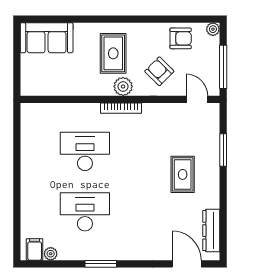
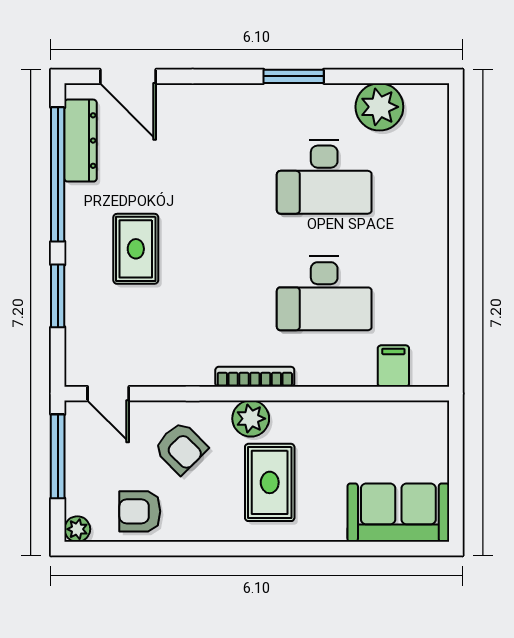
window: (223, 213) -> (58, 174), added
filing cabinet: (35, 250) -> (393, 366), moved, turned 180
plant: (51, 254) -> (379, 107), width x1.88, depth x1.88

